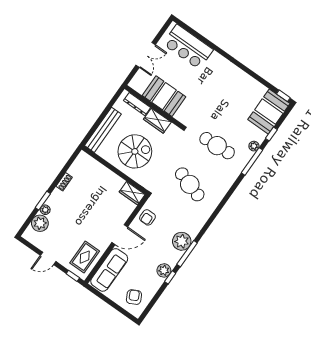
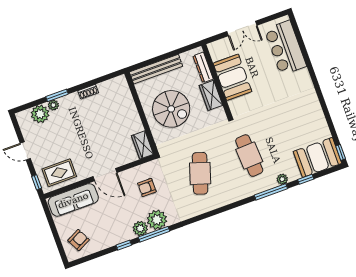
armchair: (147, 217) -> (147, 187), moved
plant: (164, 270) -> (140, 228), moved

